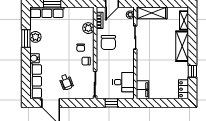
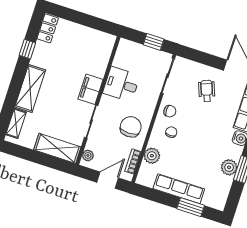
row of seats: (47, 12) -> (179, 189), moved
desk: (123, 82) -> (121, 84), moved
filing cabinet: (143, 90) -> (91, 89), moved

